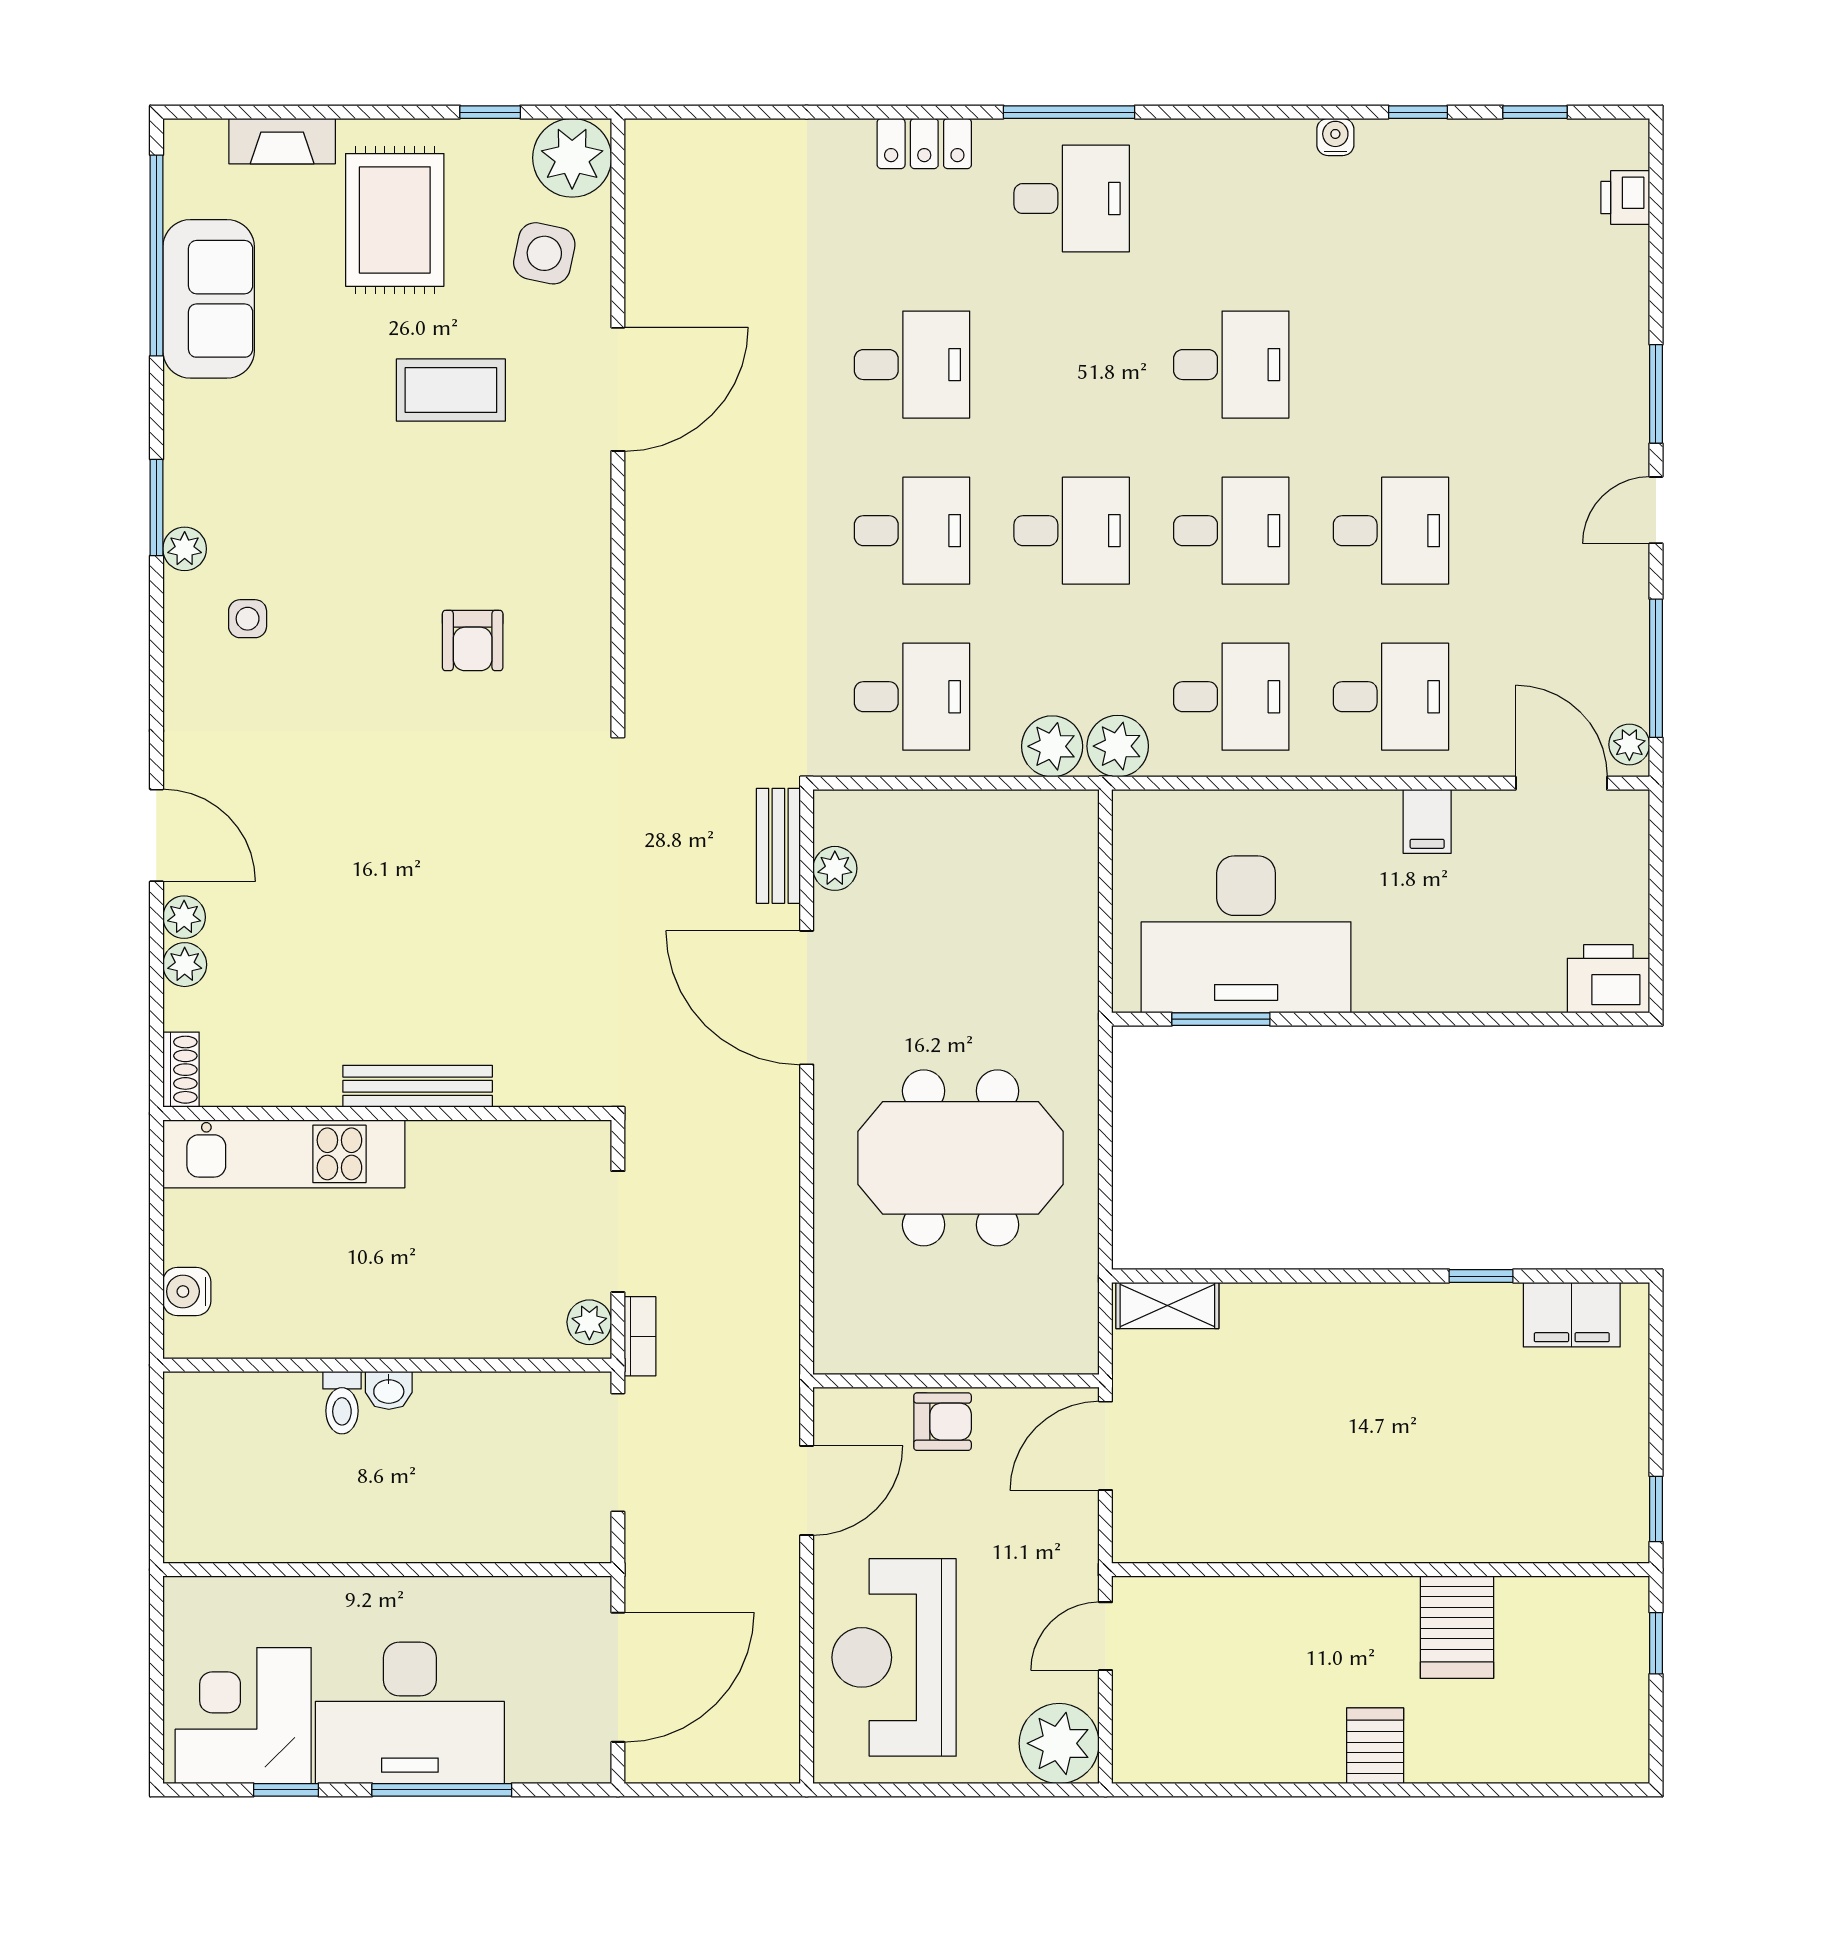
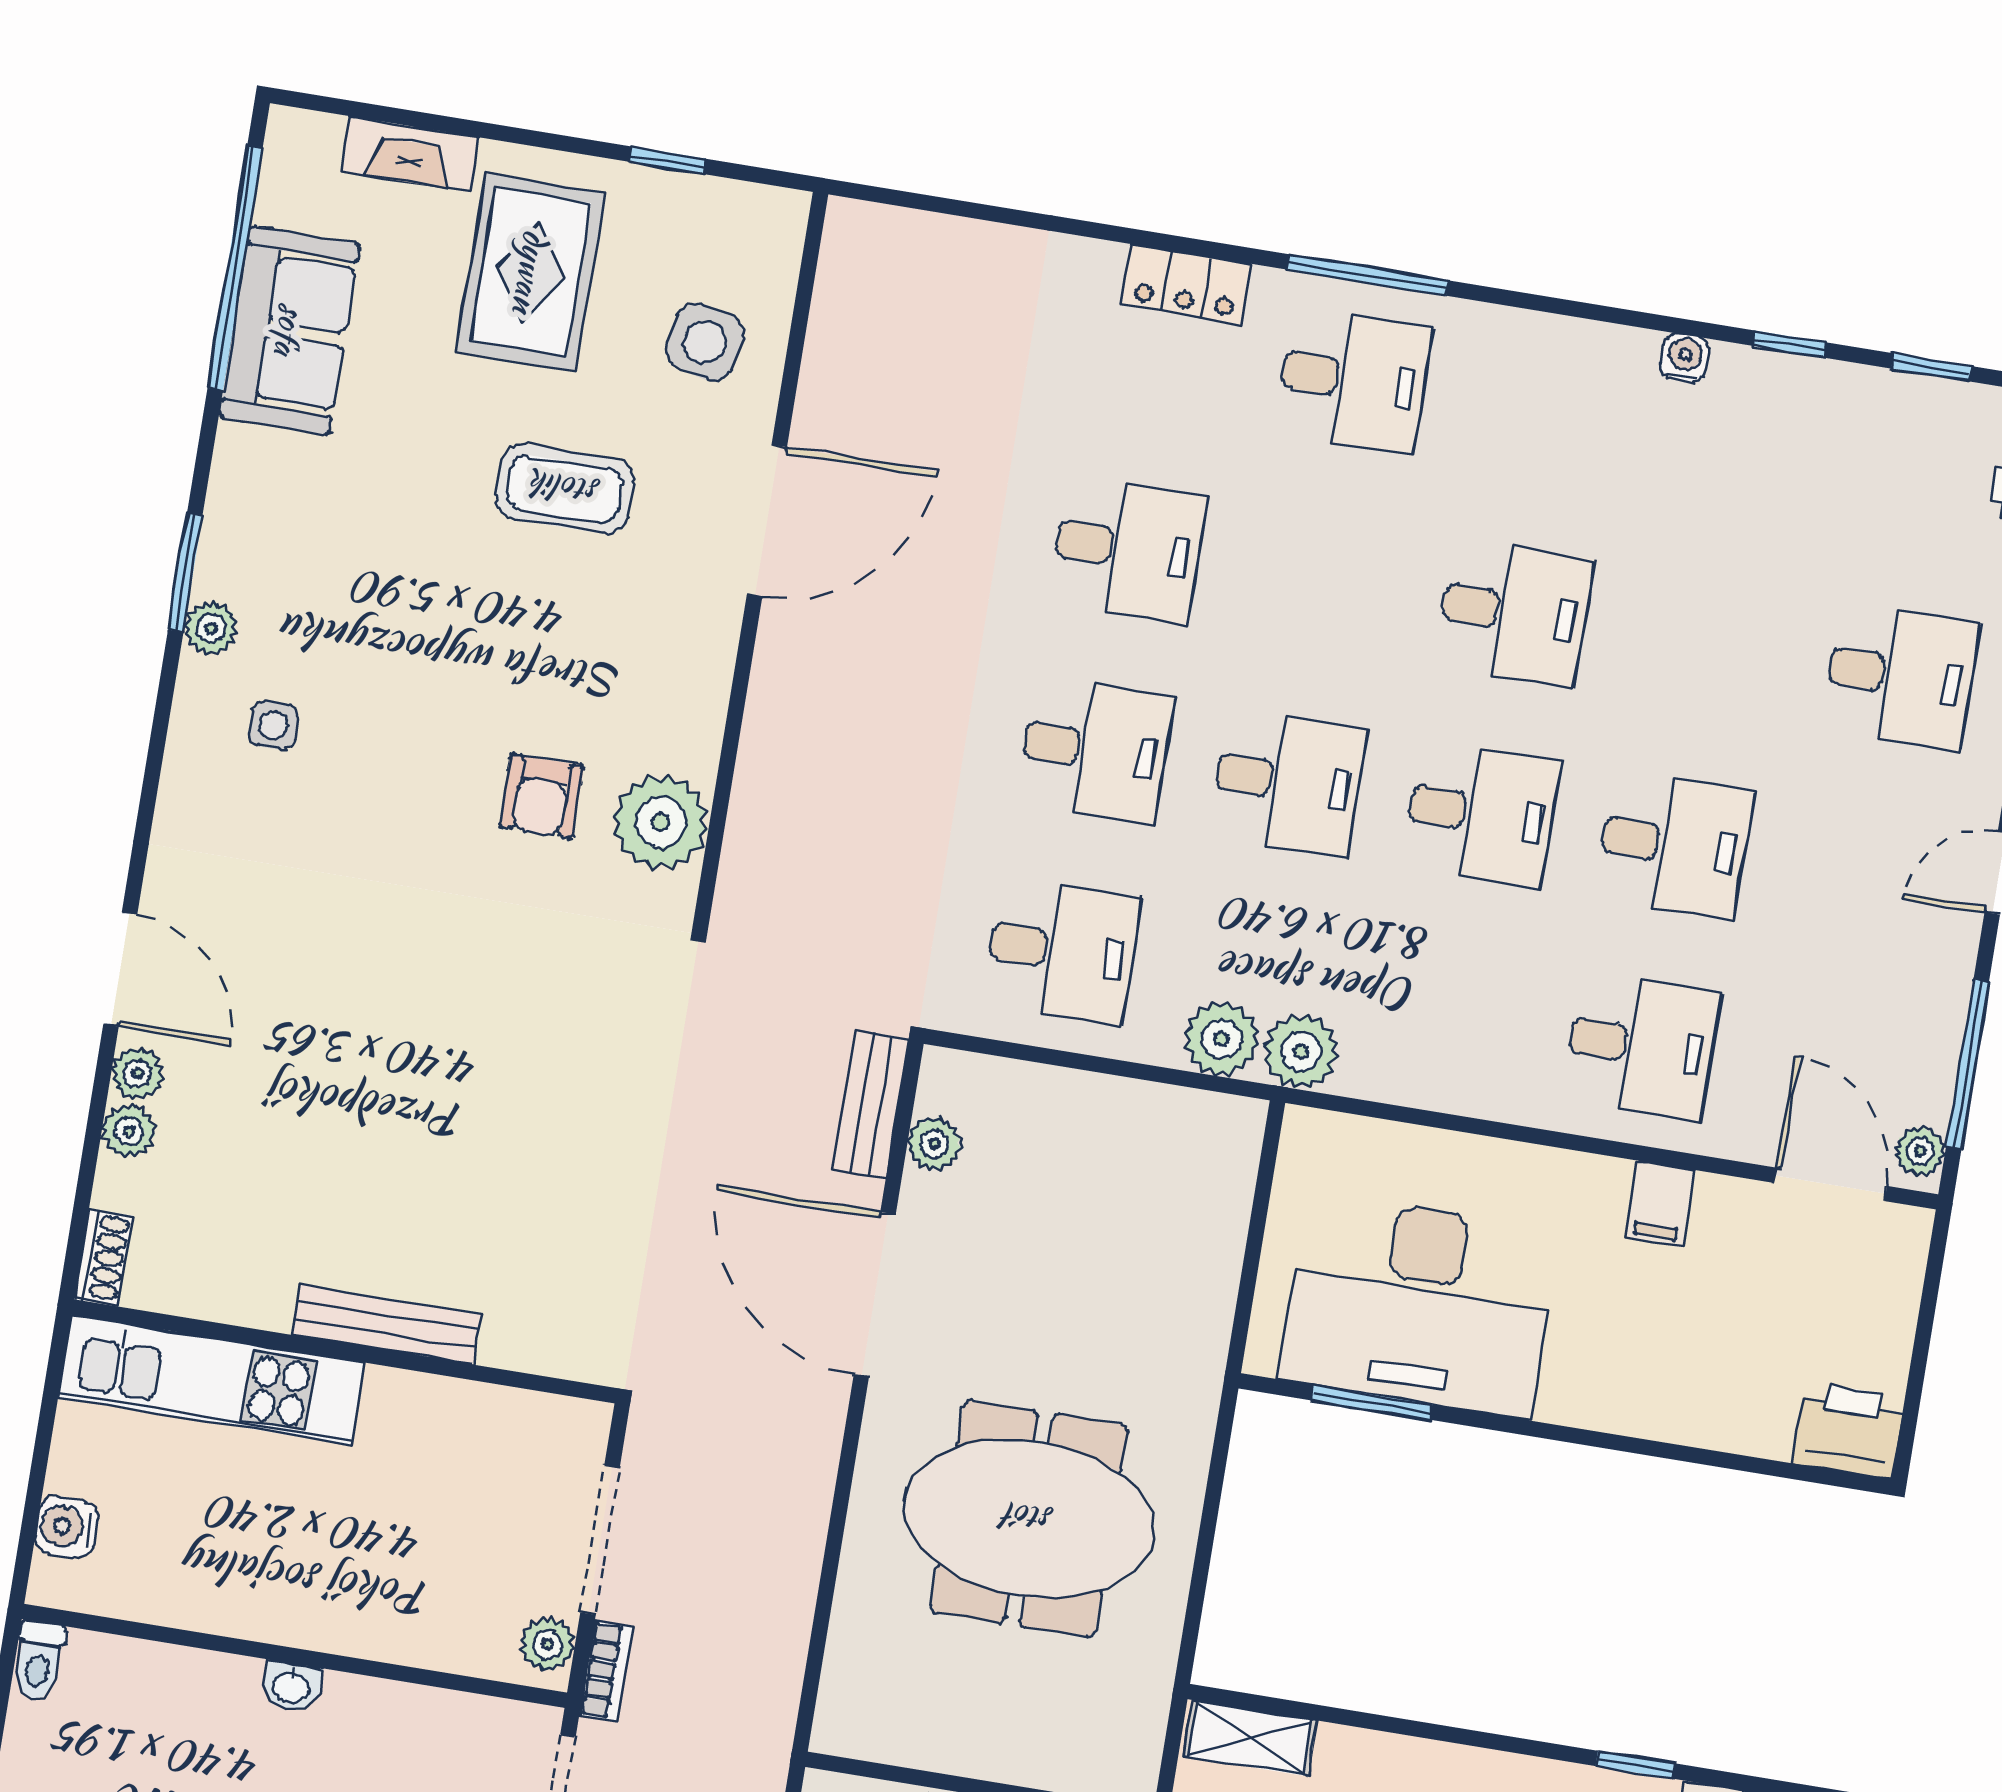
plant: (572, 158) -> (661, 822), moved
desk: (1231, 697) -> (1900, 676), moved
toilet: (342, 1403) -> (39, 1661), moved

